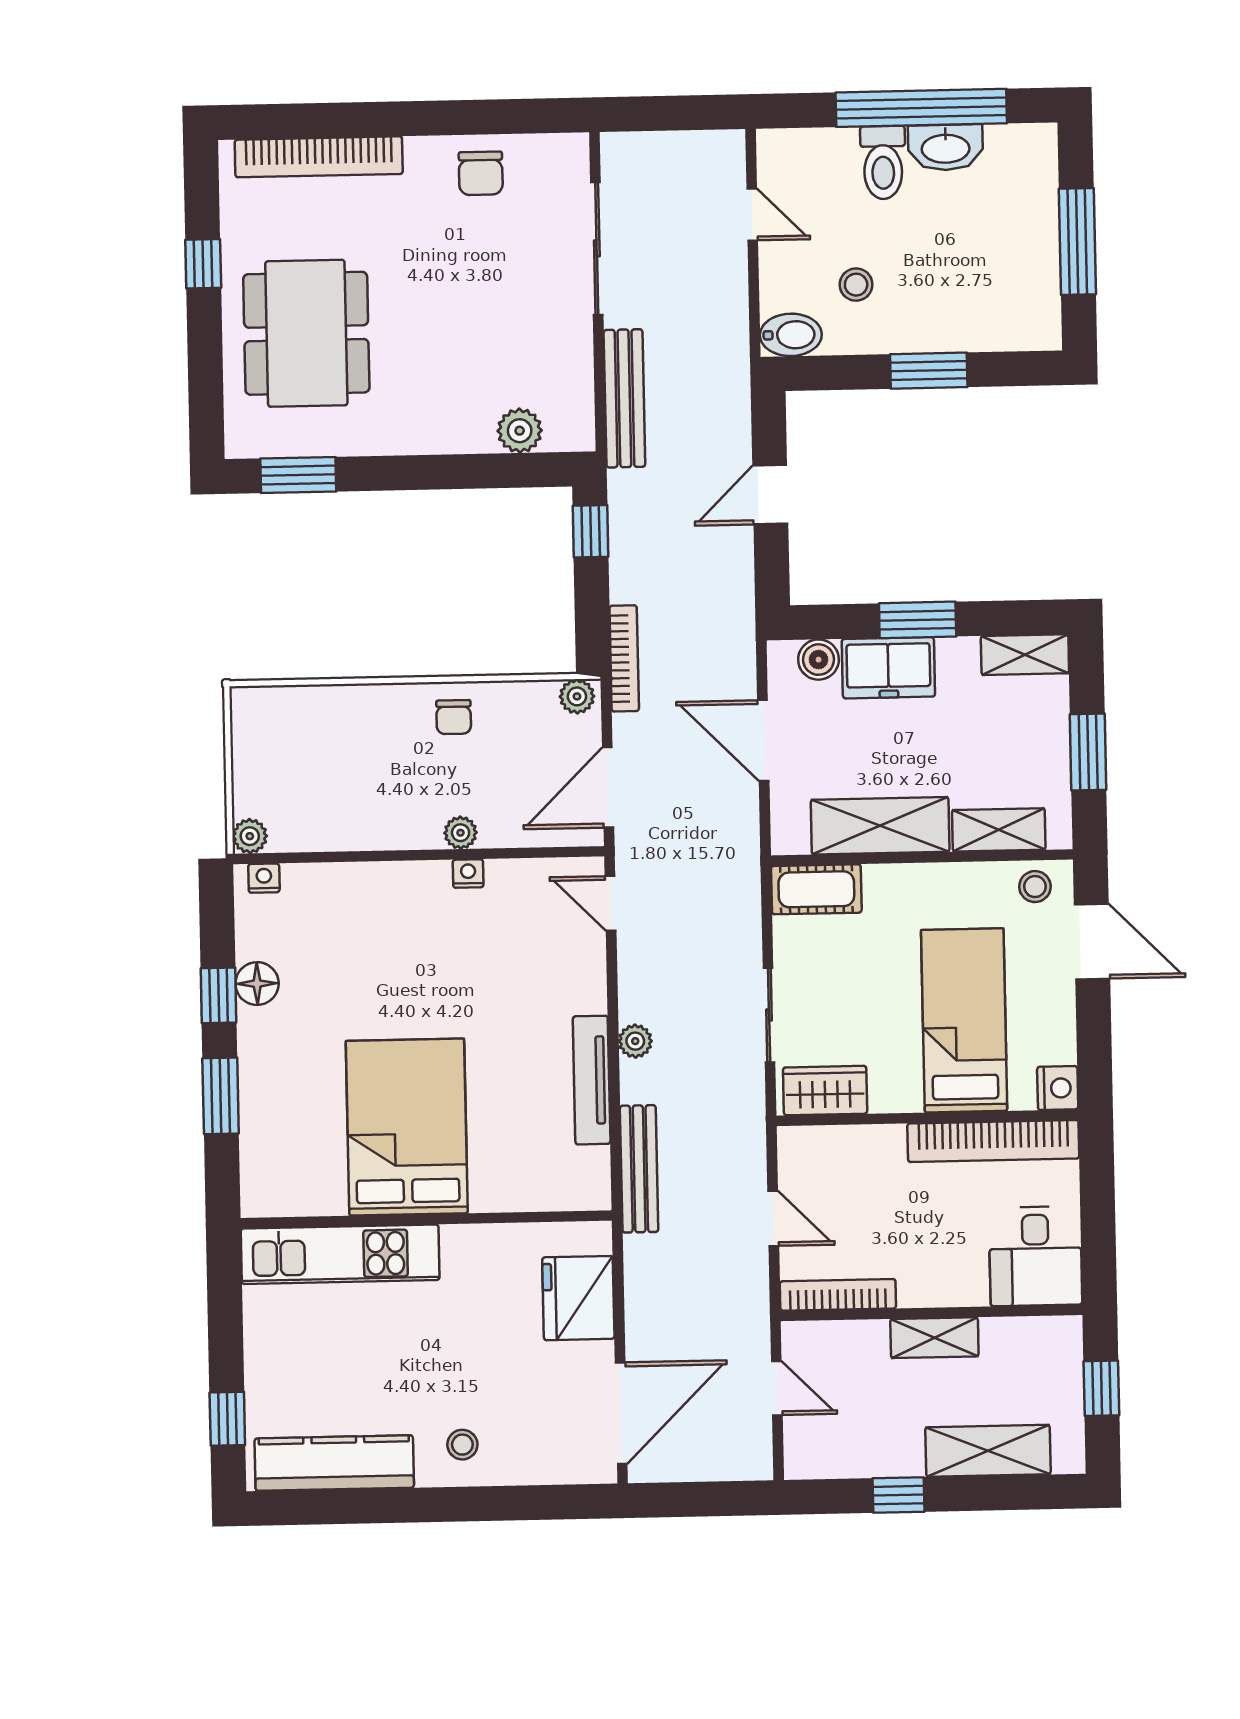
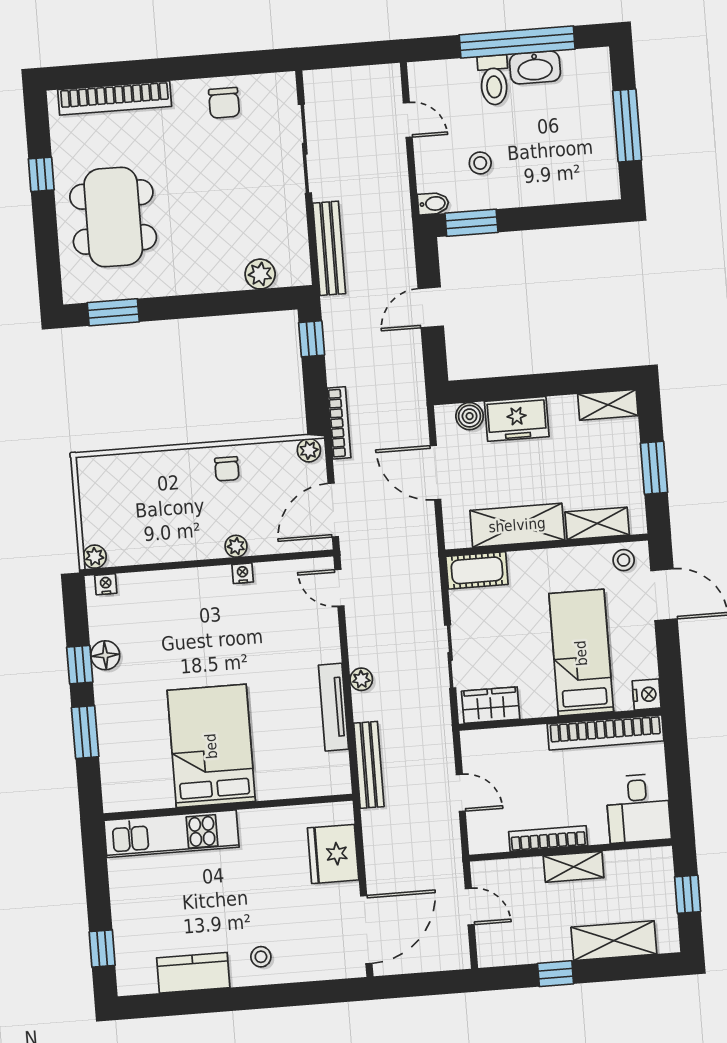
bidet: (791, 335) -> (433, 204), width x0.72, depth x0.74
window: (929, 371) -> (471, 223), moved
window: (918, 620) -> (534, 386), removed
bookcase: (838, 1295) -> (548, 839), moved
kitchen counter: (334, 1463) -> (193, 973), width x0.67

